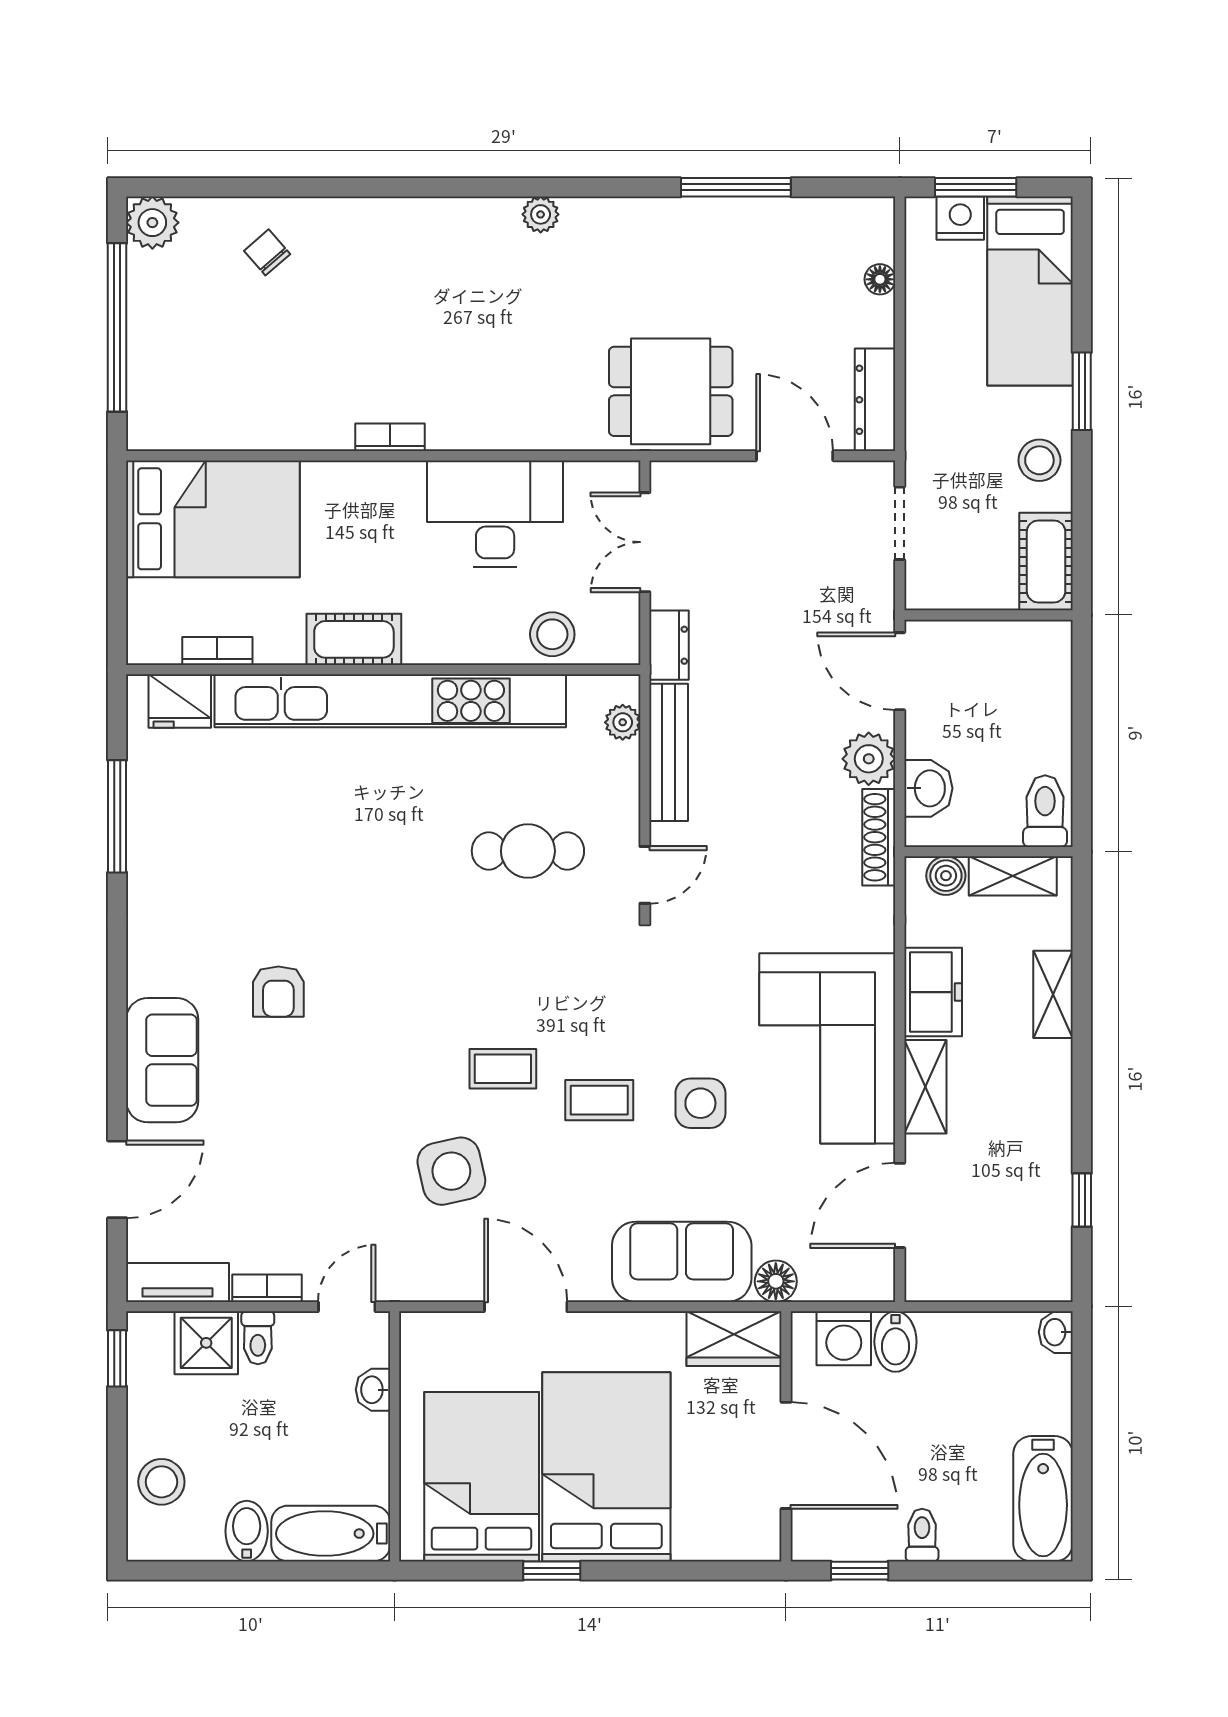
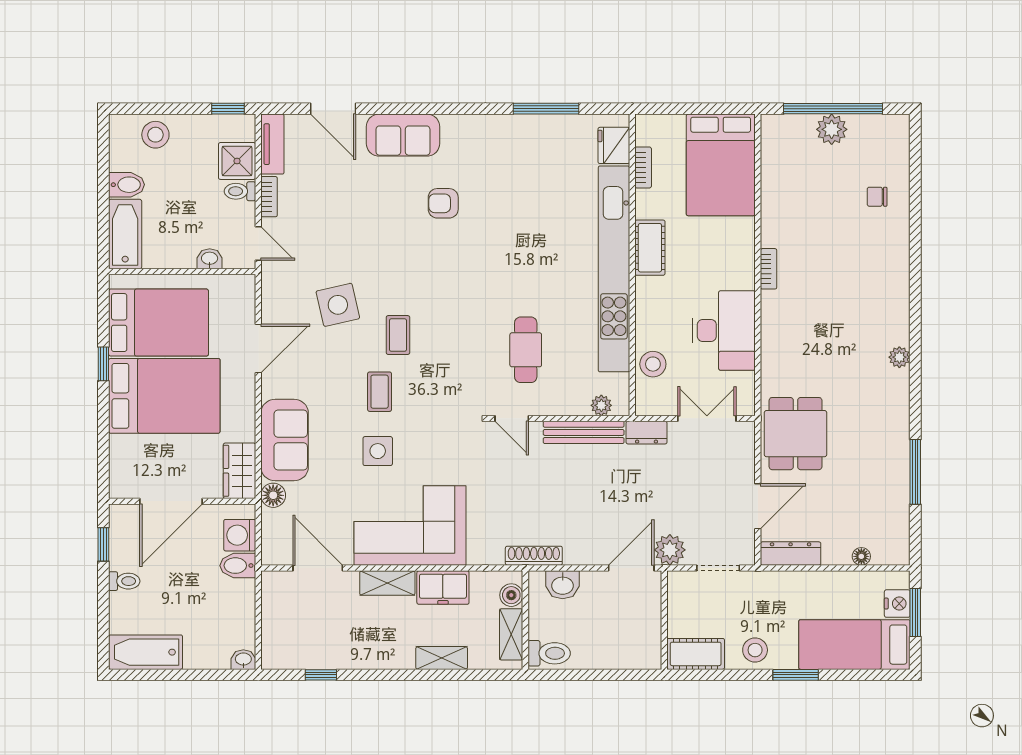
plant: (152, 223) -> (832, 129), moved
chair: (267, 252) -> (877, 197), turned -139
plant: (869, 759) -> (670, 550), moved

